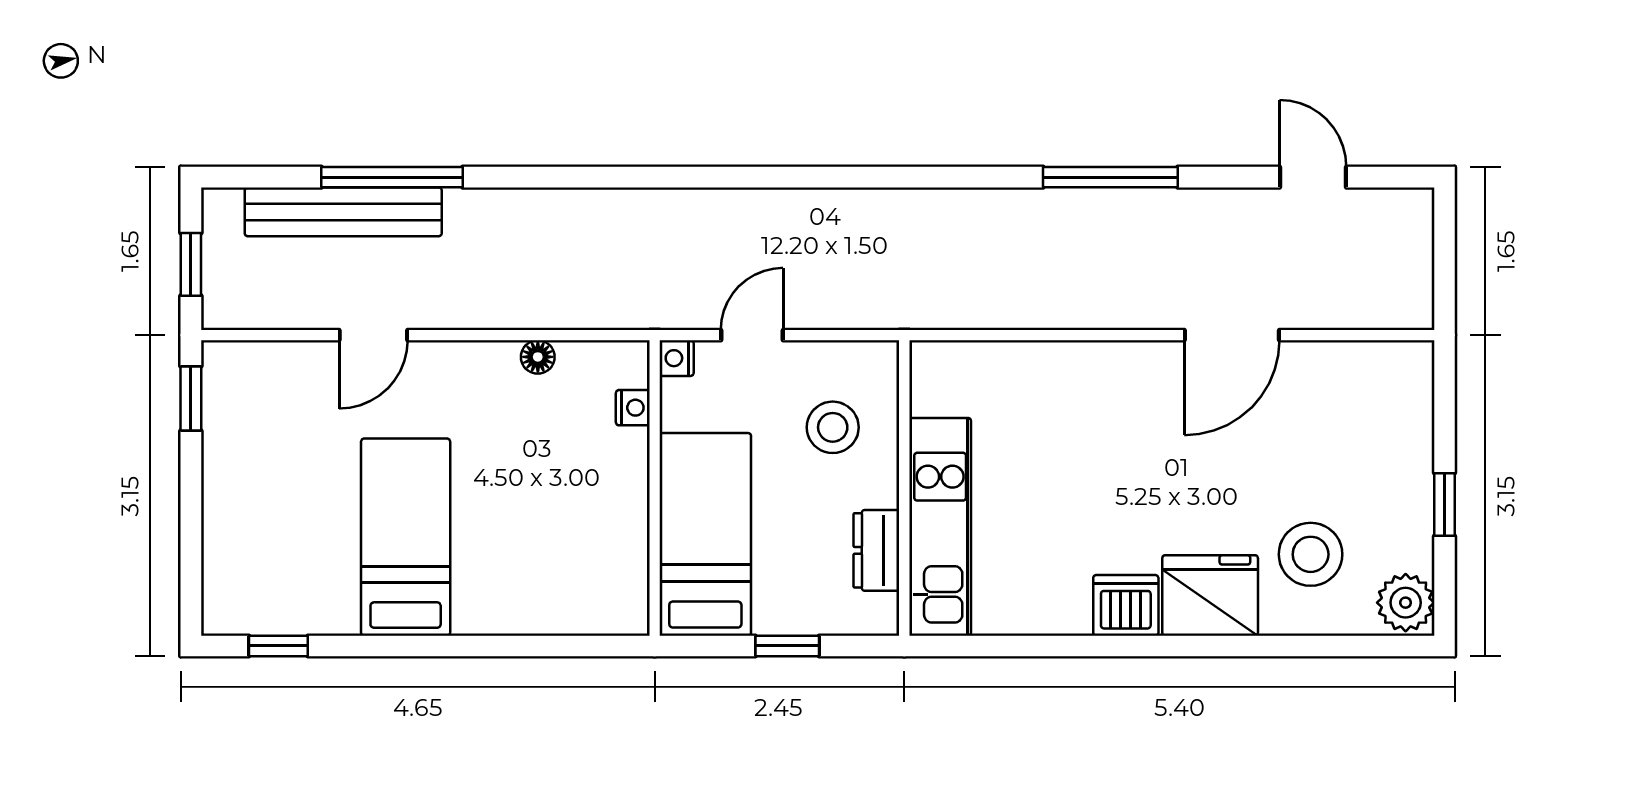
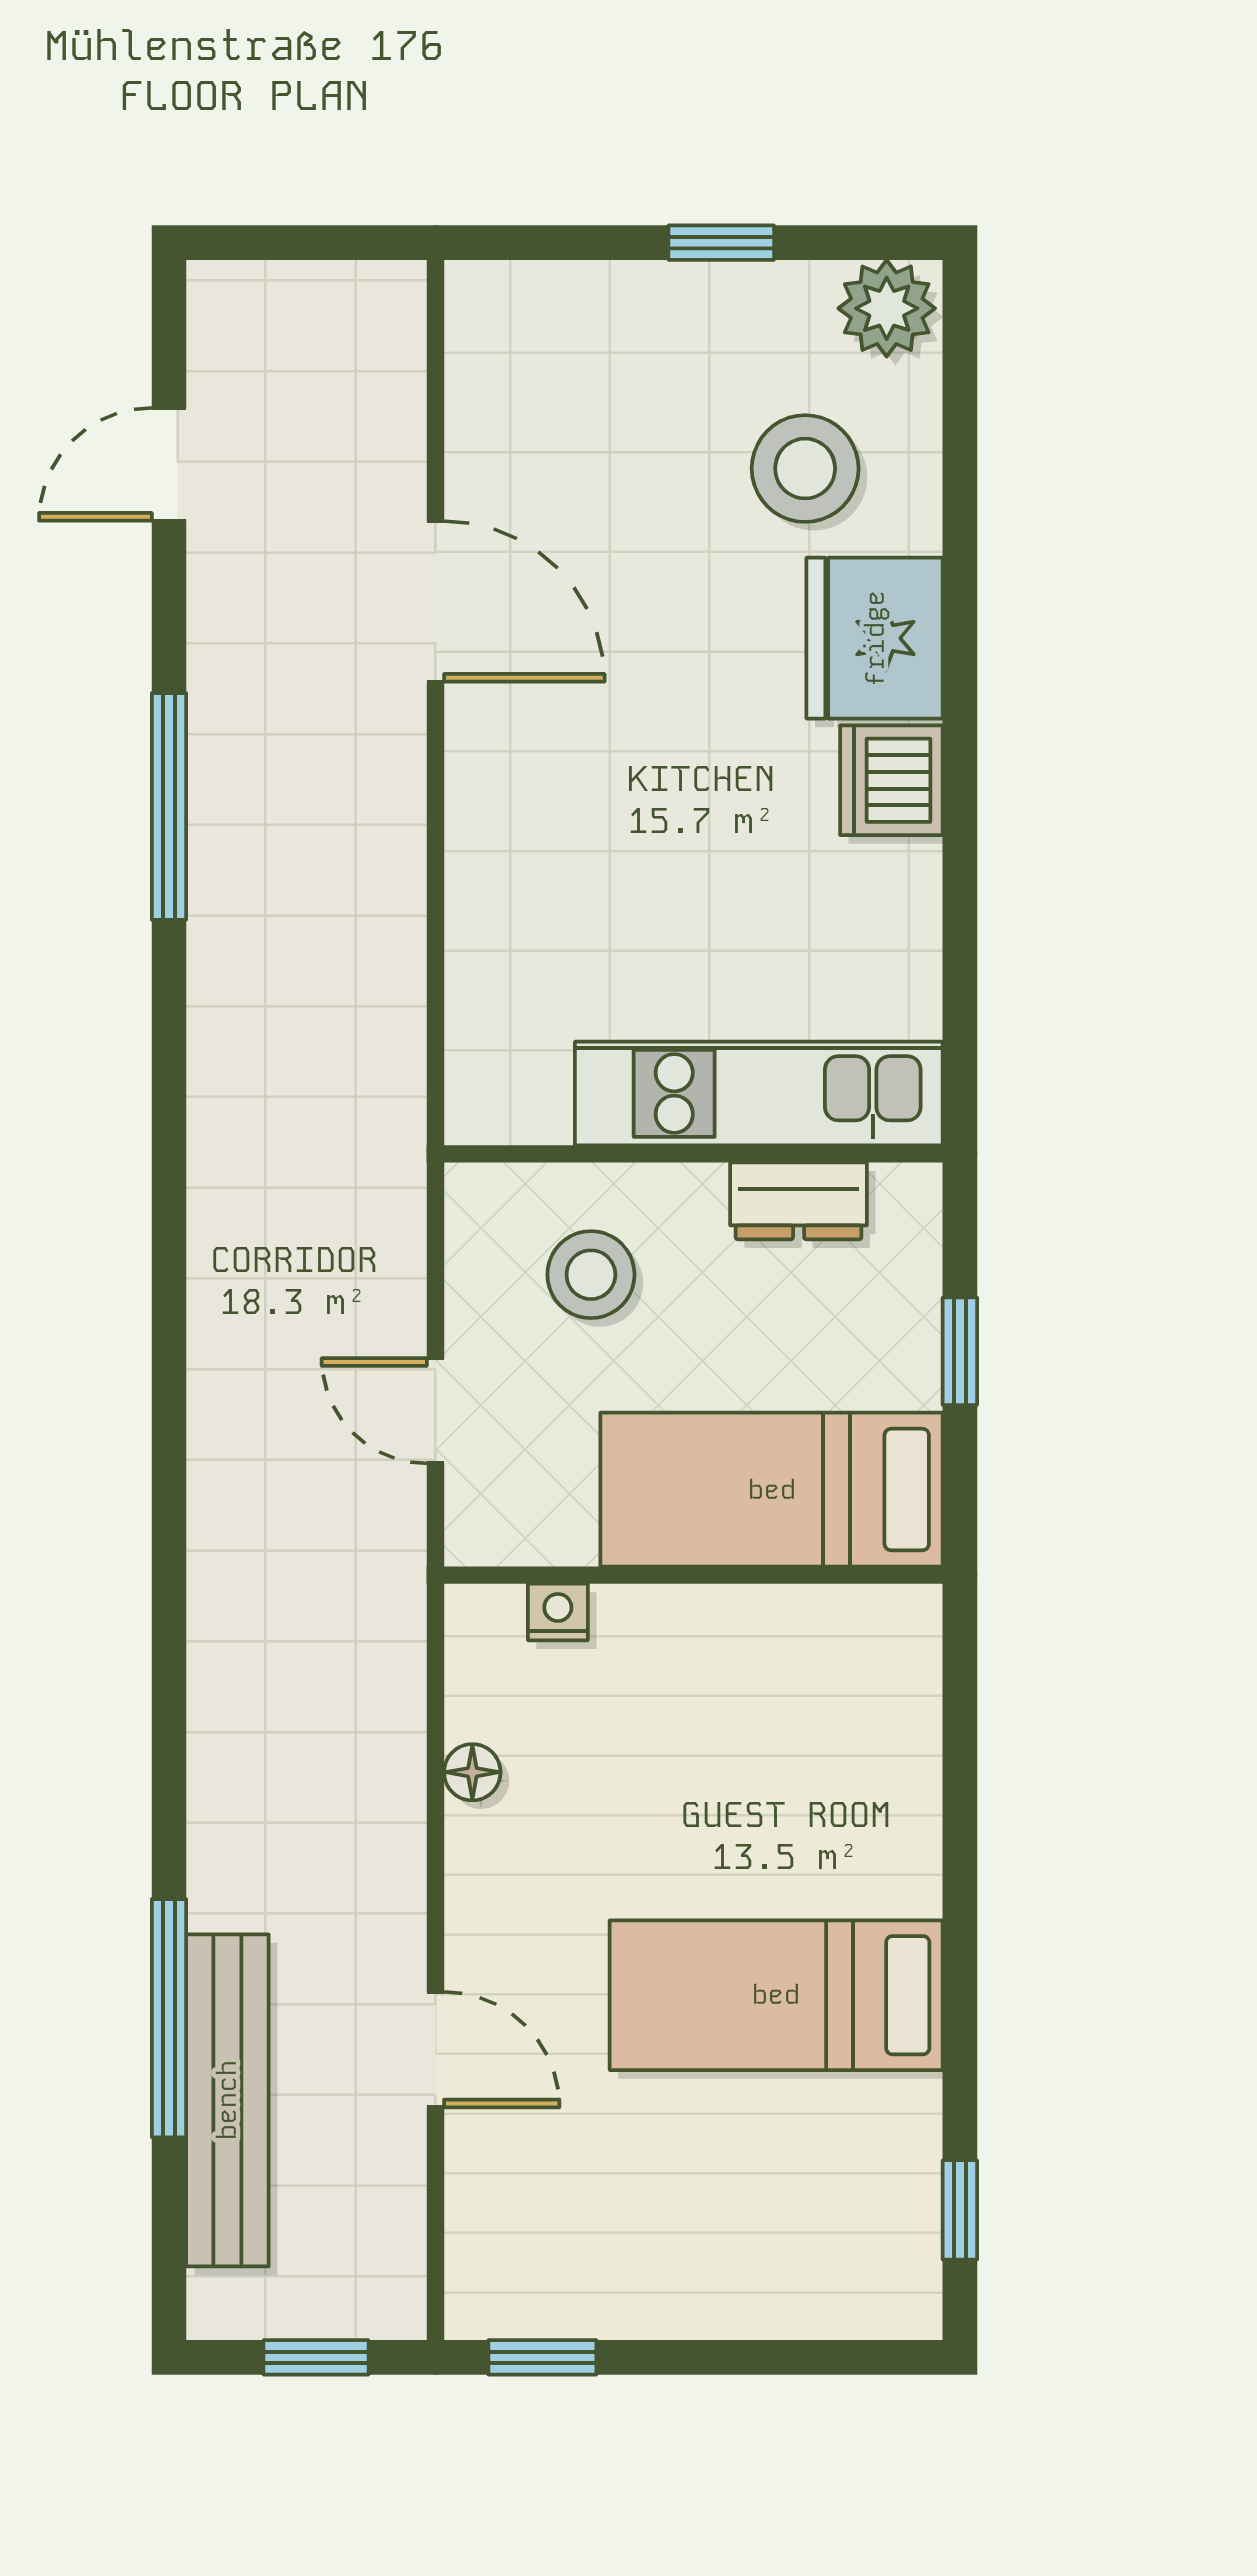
nightstand: (677, 358) -> (474, 1538), removed

